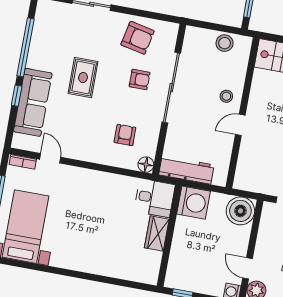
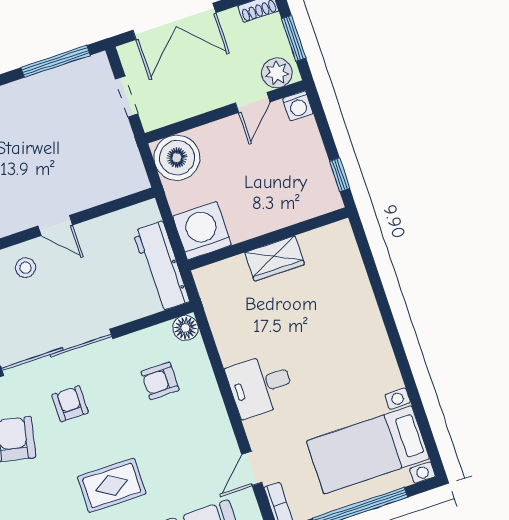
desk: (154, 198) -> (260, 385), moved, turned -90

